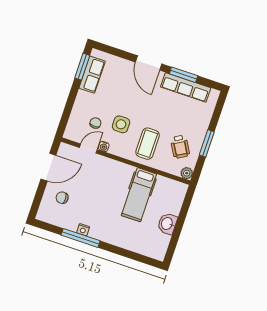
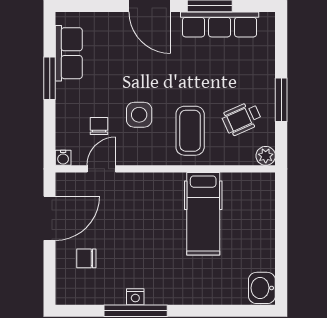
window: (82, 67) -> (50, 78), moved
water cooler: (104, 146) -> (63, 158), moved
wheelchair: (180, 147) -> (242, 119), turned 96
washbasin: (167, 224) -> (262, 288), moved

